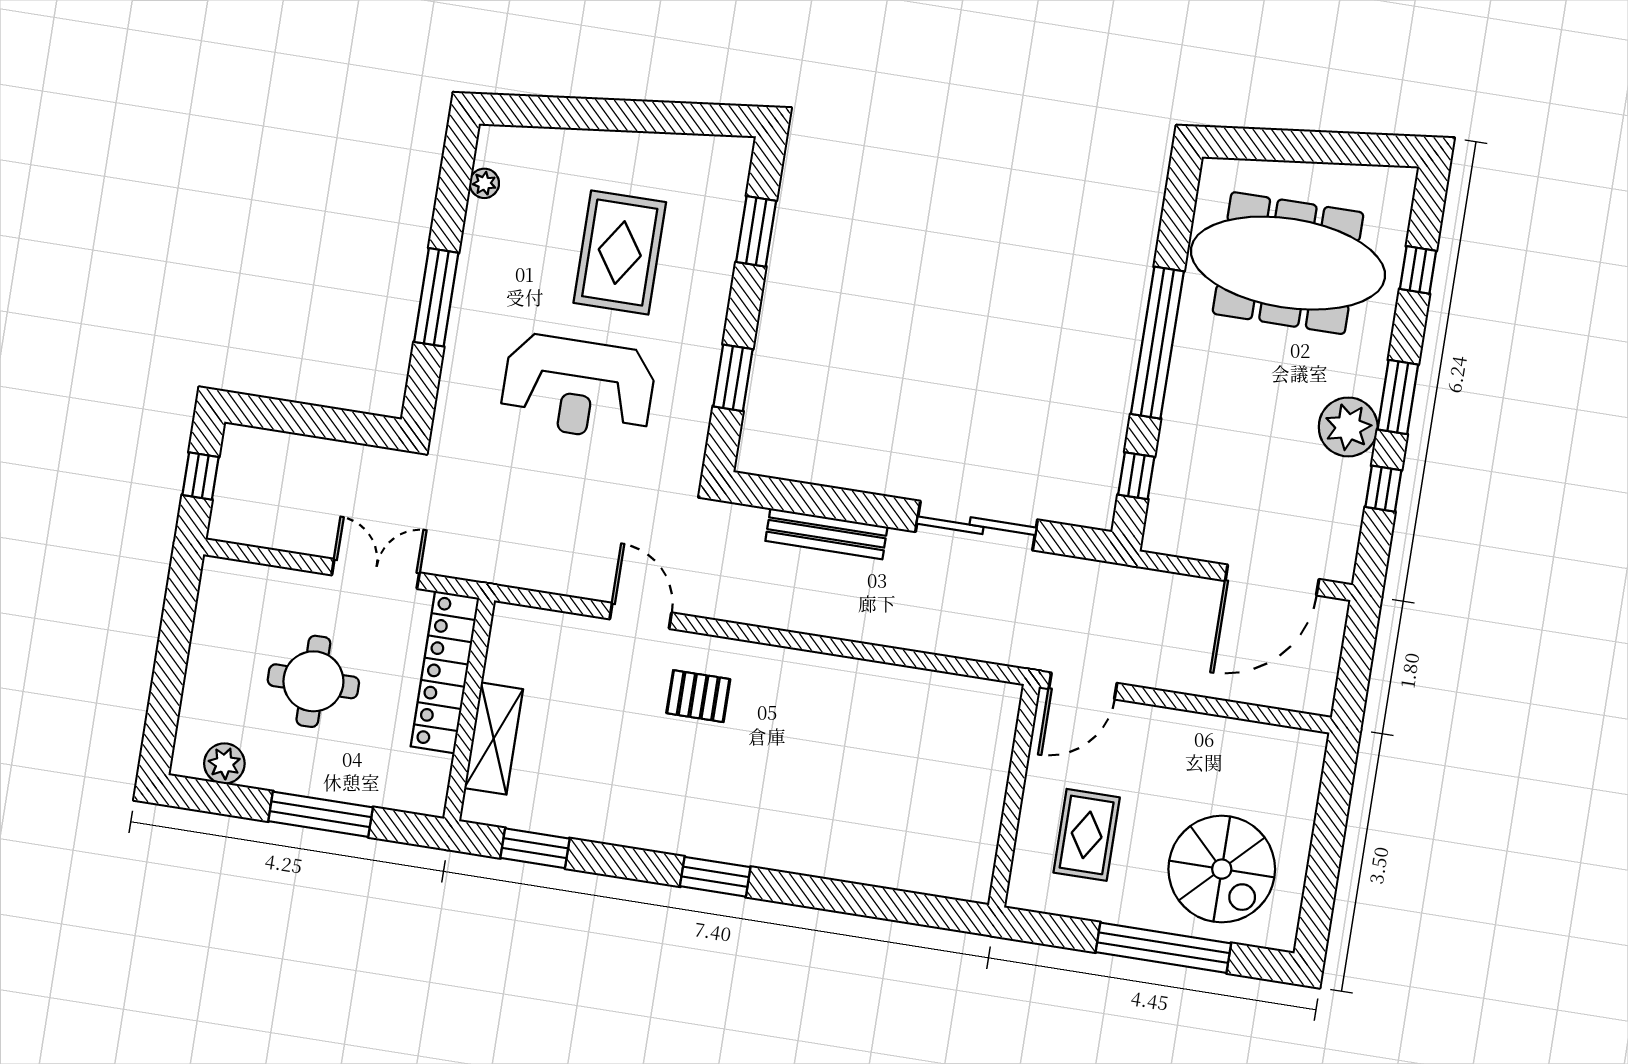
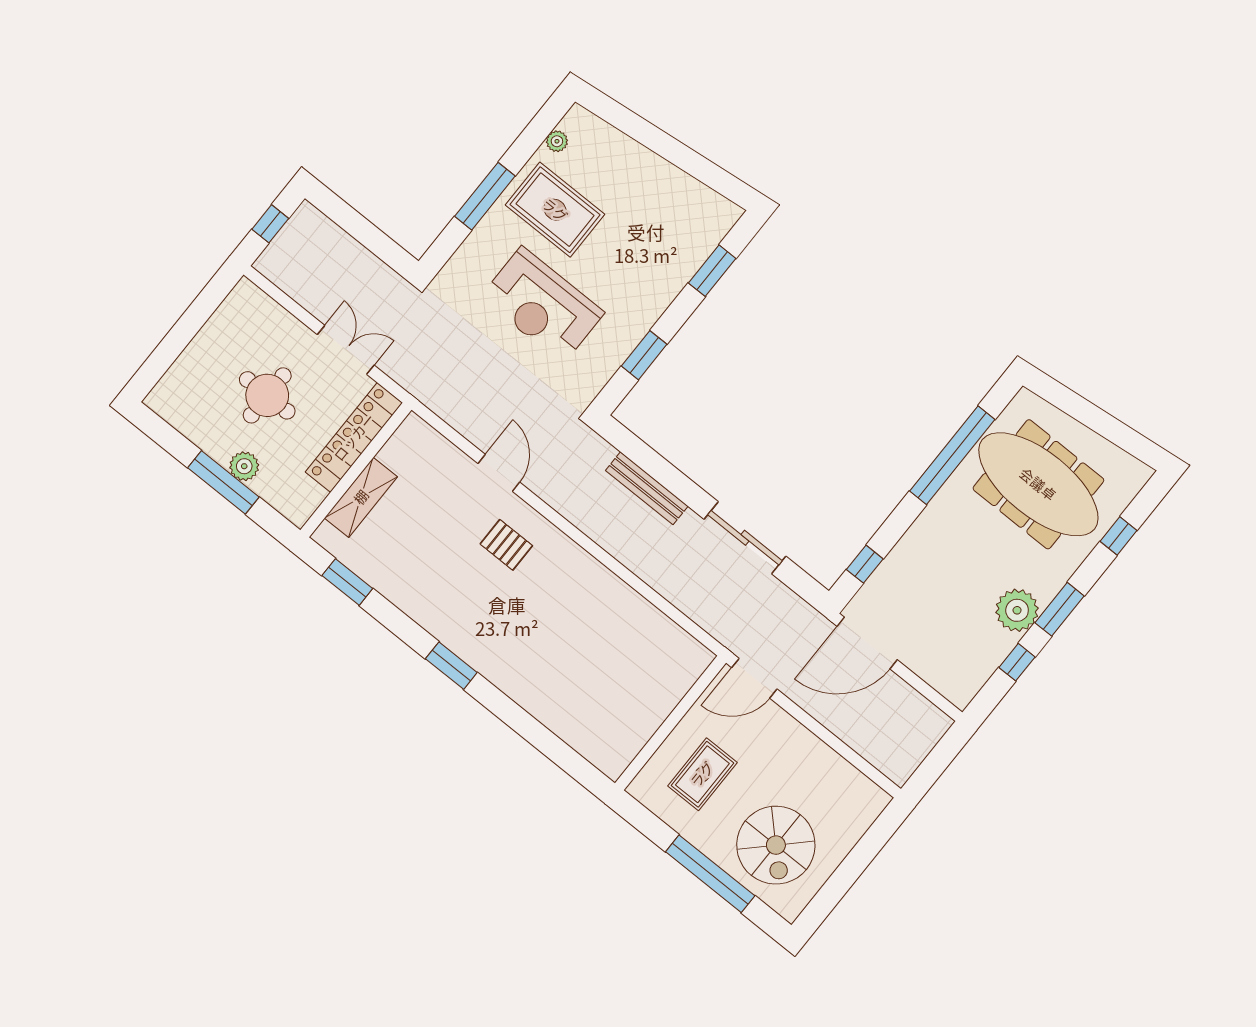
rug: (620, 253) -> (555, 210), moved, turned 90
window: (1157, 343) -> (952, 455), moved
door: (1272, 580) -> (867, 643), moved
plant: (224, 763) -> (244, 466), moved

